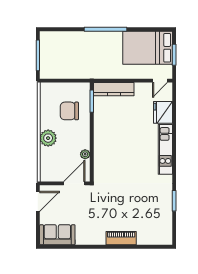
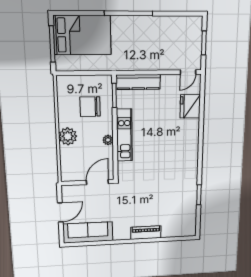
bed: (148, 48) -> (82, 35), moved, turned 180
kitchen unit: (165, 149) -> (124, 135), moved, turned 180
plant: (85, 154) -> (108, 140), moved
door: (38, 201) -> (60, 212), moved
sofa: (57, 235) -> (88, 232), width x1.36

